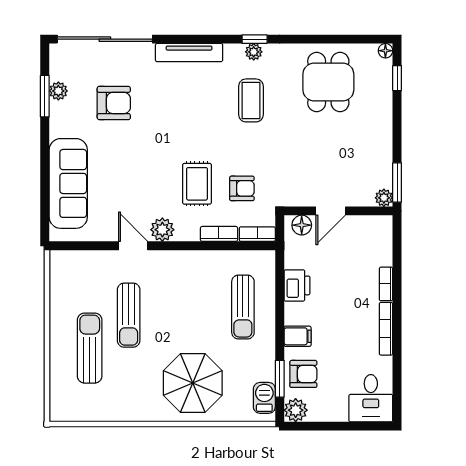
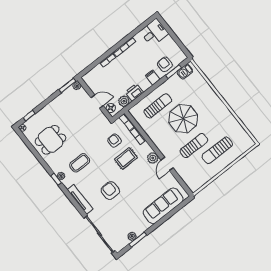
armchair: (114, 103) -> (110, 191), moved
parasol: (193, 383) -> (183, 119), moved
plant: (296, 410) -> (124, 101), moved

